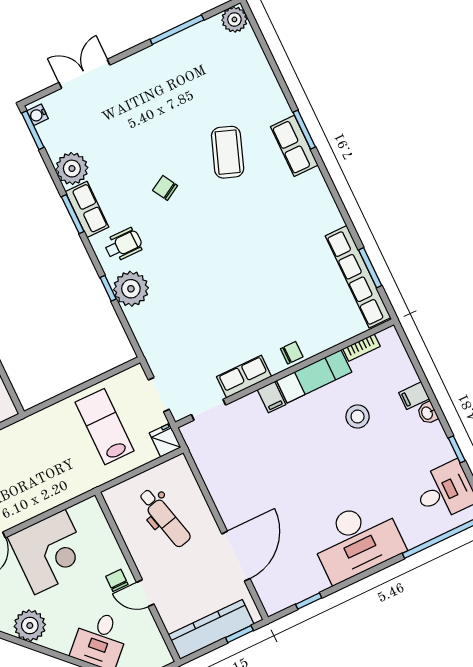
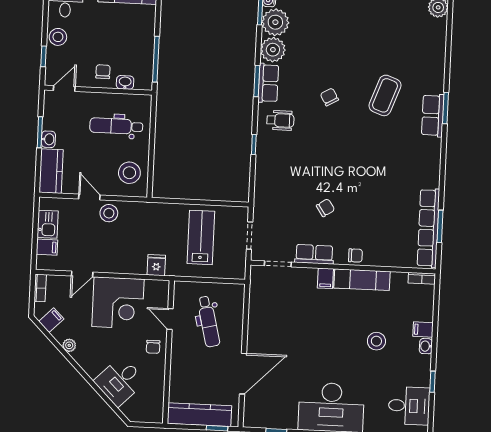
plant: (131, 289) -> (275, 22), moved
chair: (228, 317) -> (325, 208), added
bookcase: (361, 348) -> (422, 278), moved
stool: (358, 416) -> (376, 341), moved
fridge: (165, 440) -> (156, 265), moved
chair: (117, 580) -> (153, 347), turned 180
door: (145, 593) -> (170, 319), moved
plant: (30, 626) -> (69, 345), width x0.53, depth x0.53

